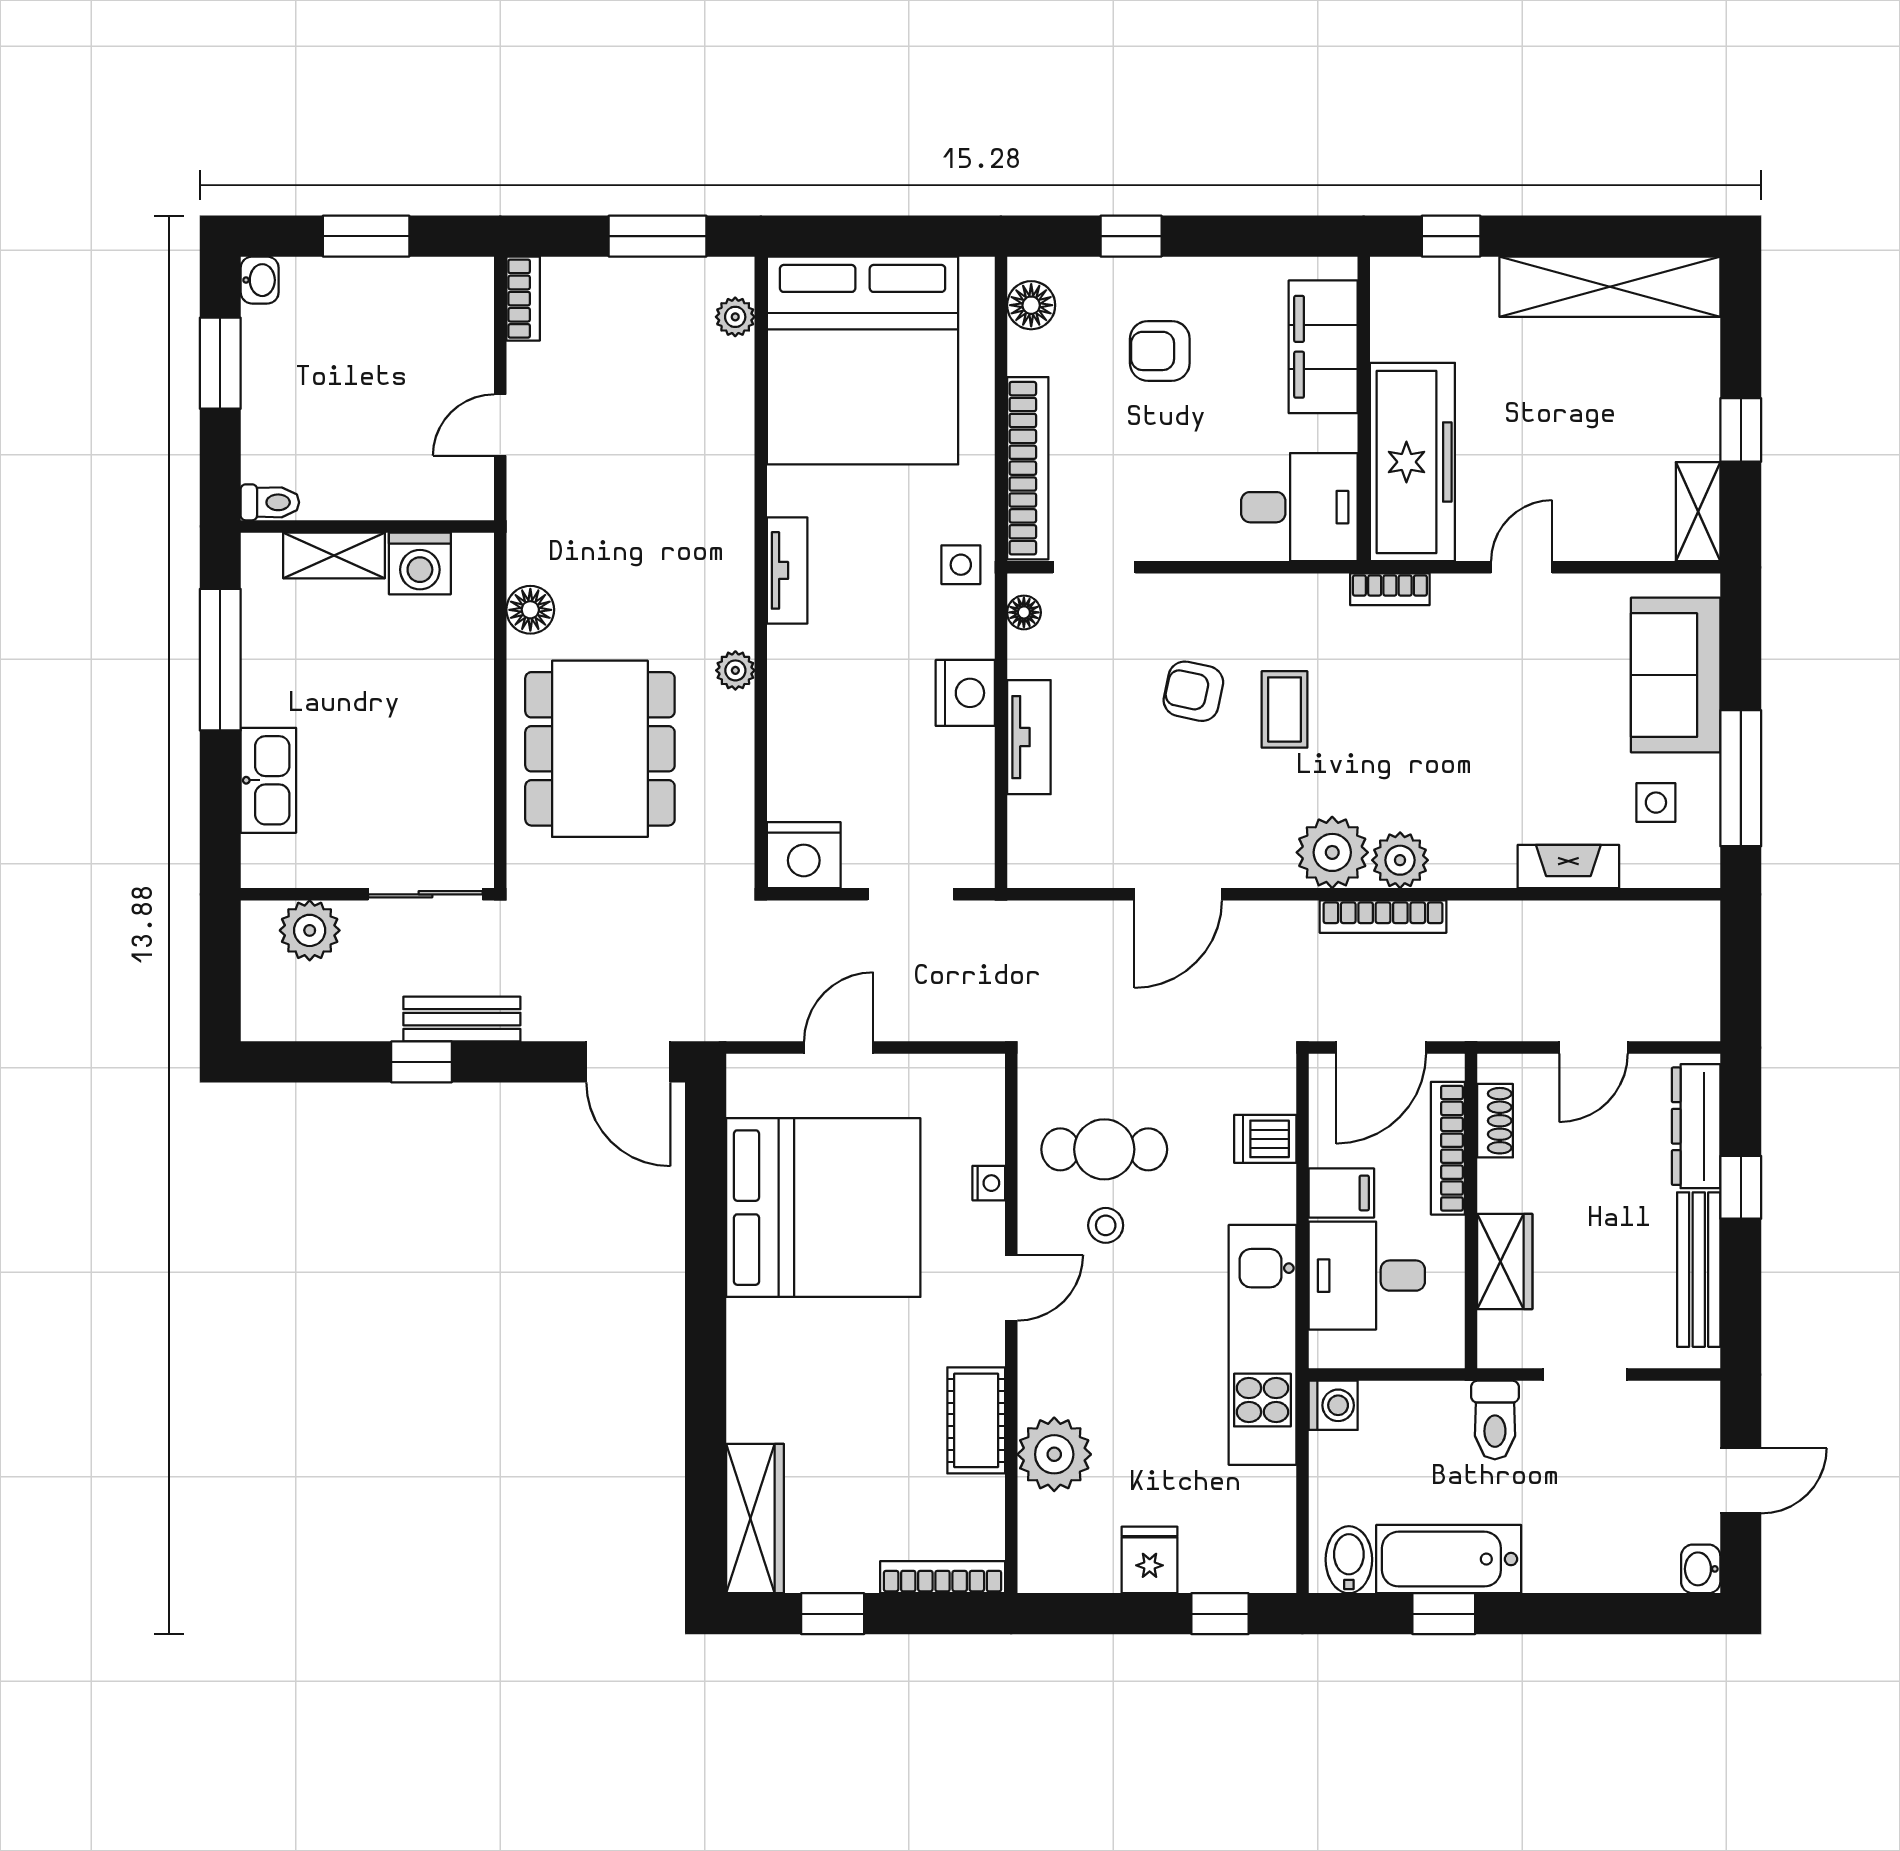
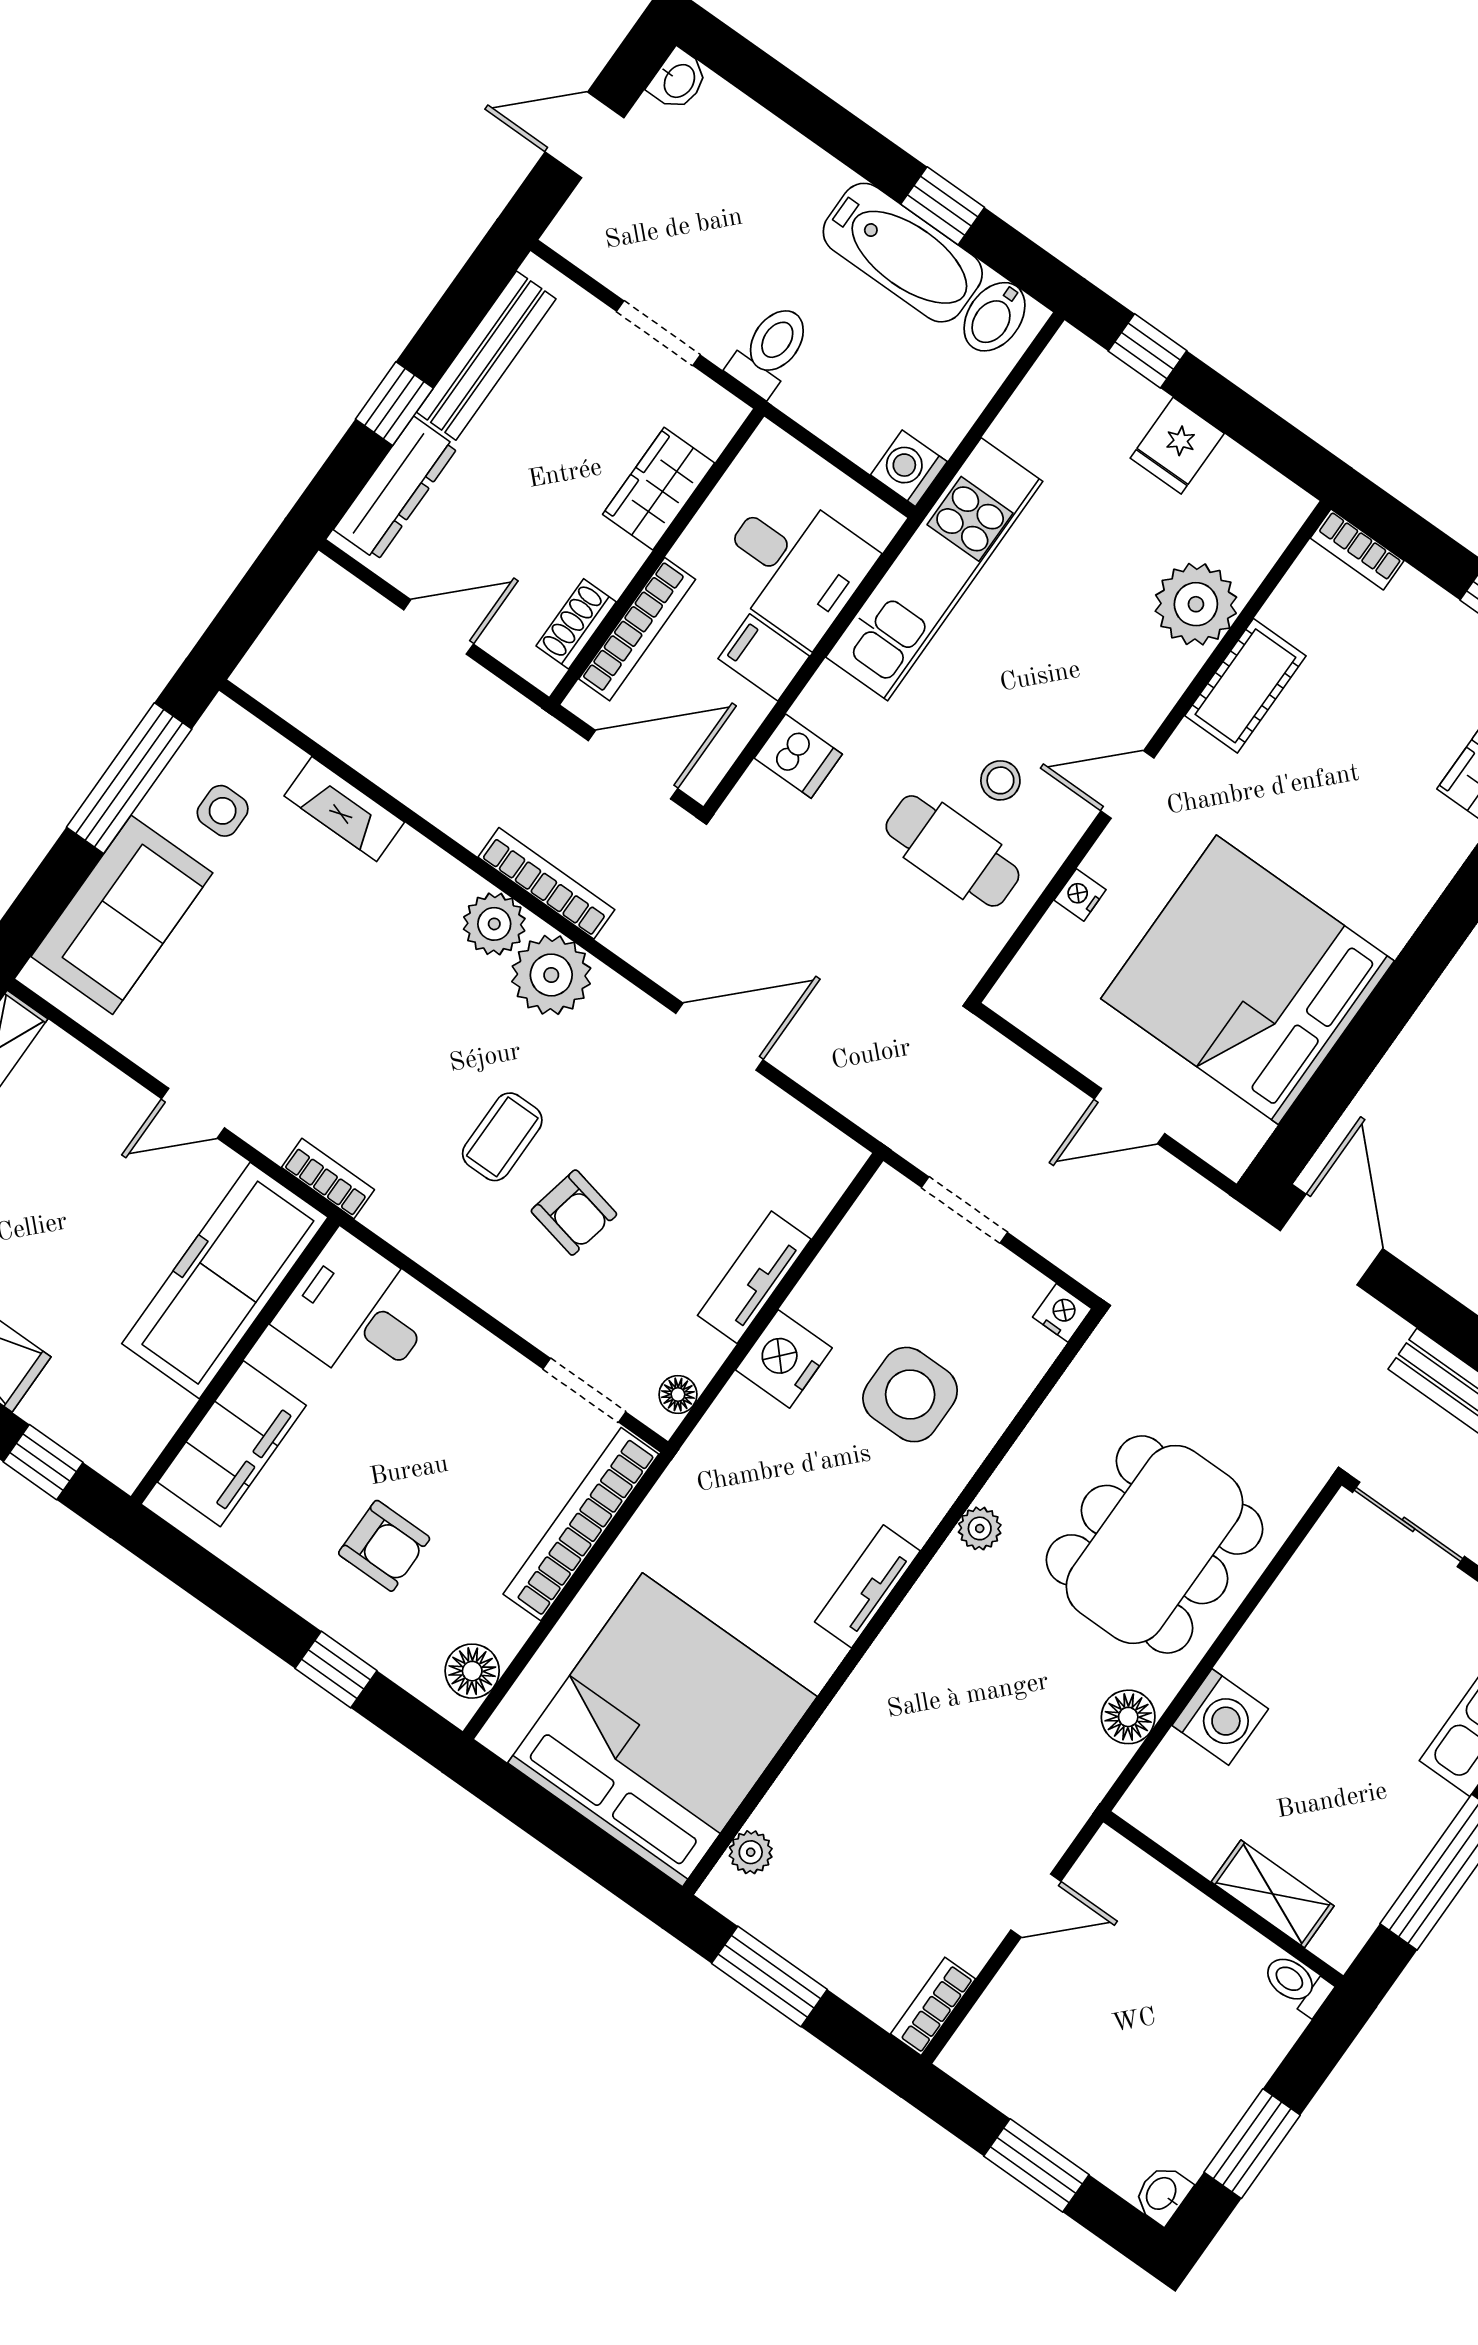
washing machine: (420, 563) -> (1220, 1717), moved, turned 90
side table: (961, 565) -> (910, 1395), moved, width x1.87, depth x1.87
nightstand: (804, 855) -> (1062, 1313), width x0.53, depth x0.56
bookcase: (943, 1577) -> (1357, 549), width x0.64

